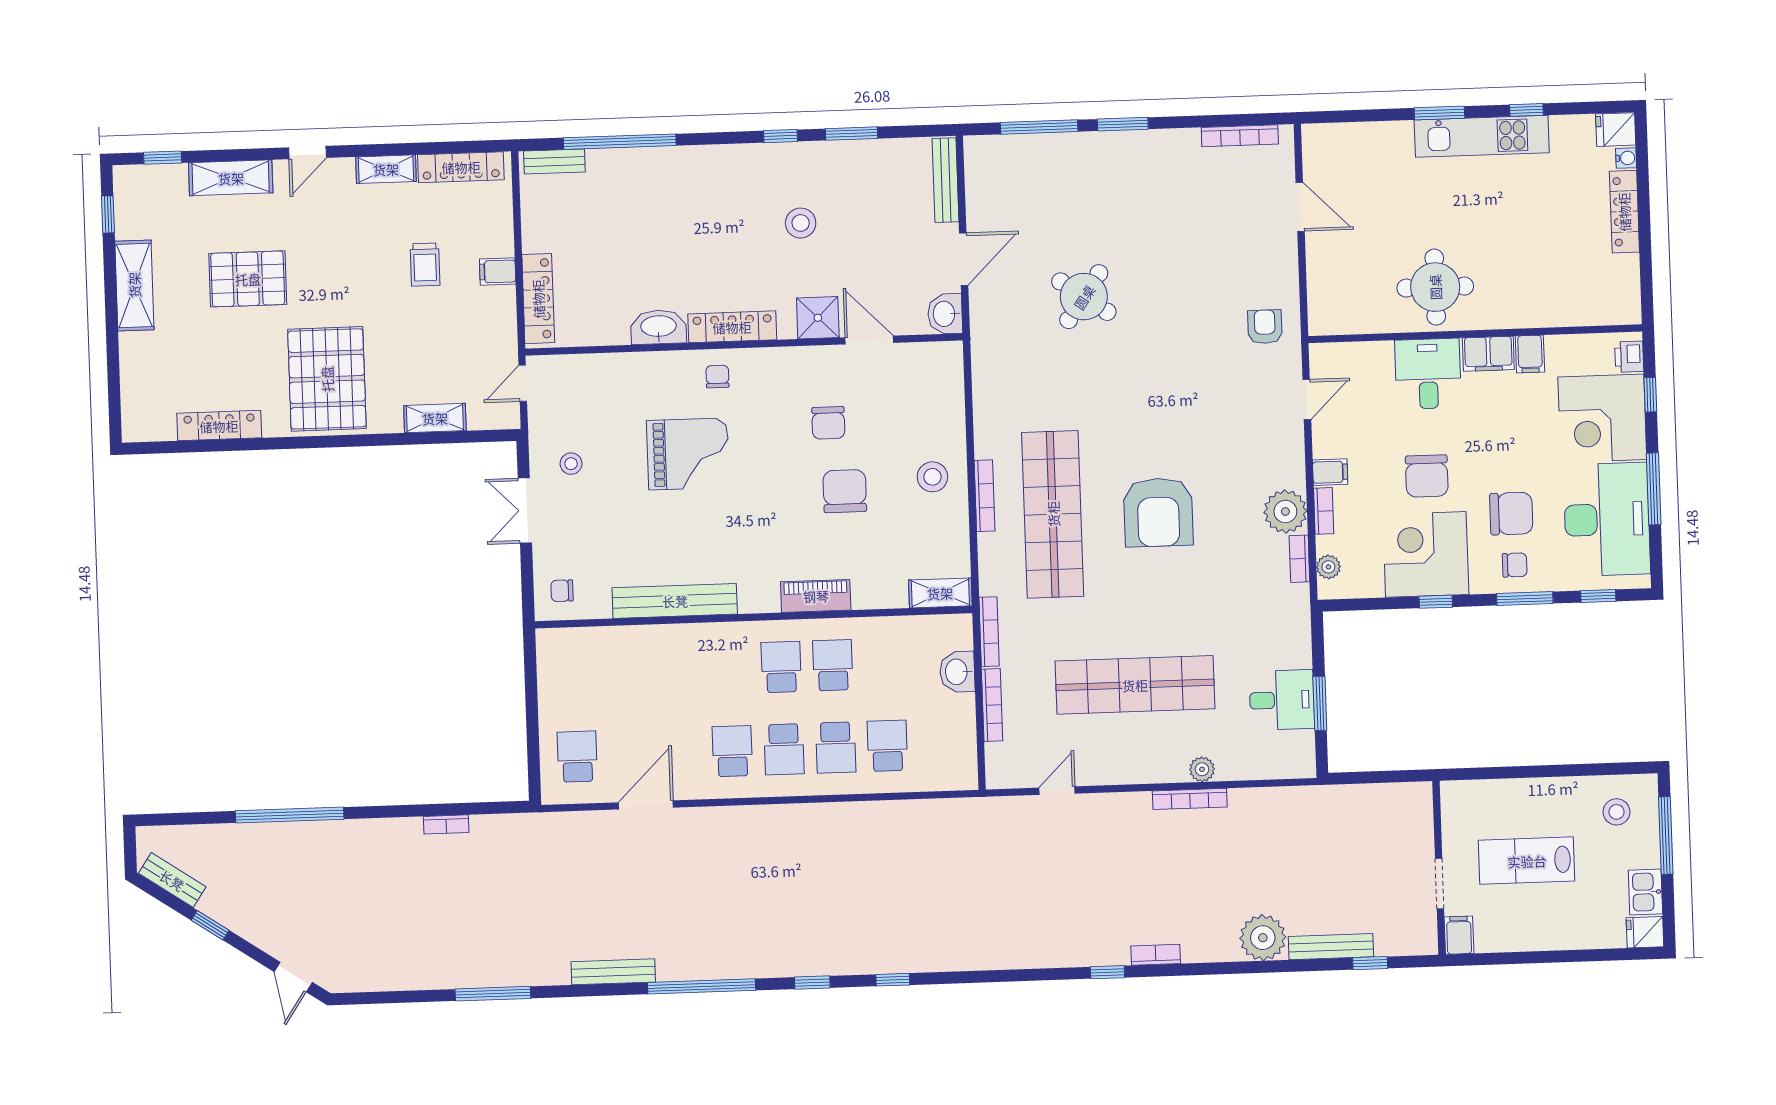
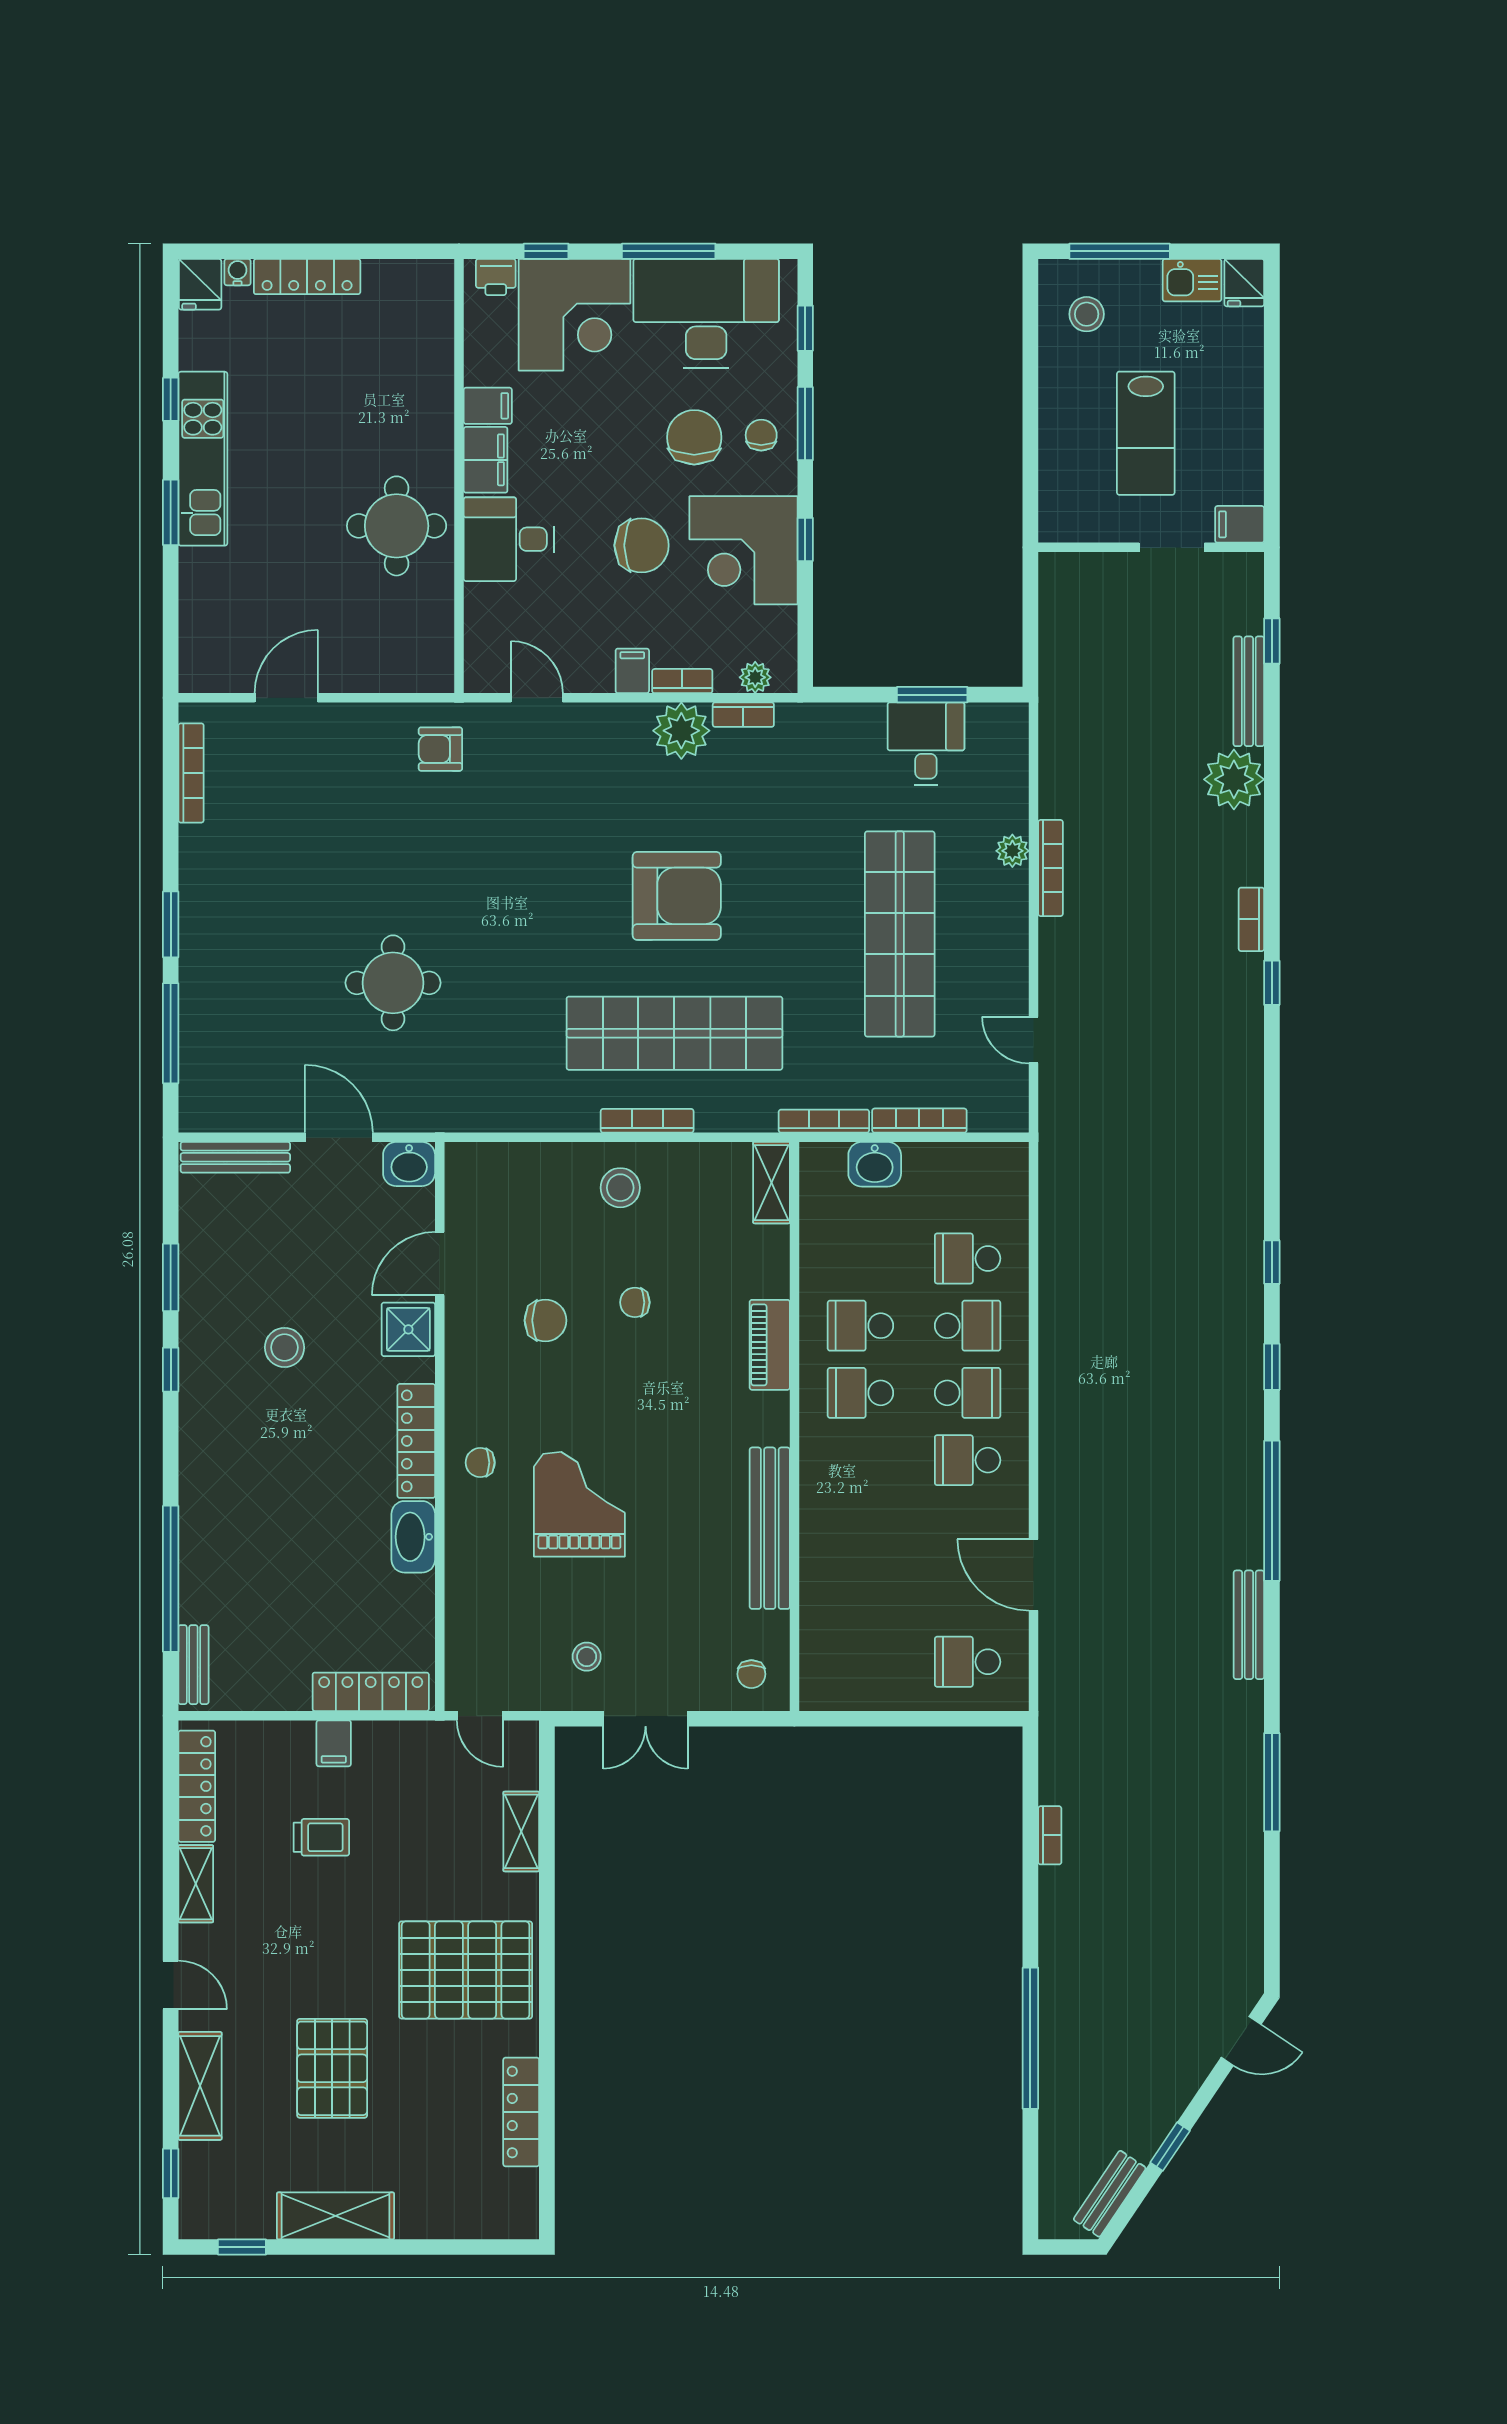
round table: (1084, 297) -> (393, 983), turned -35
chair: (845, 491) -> (635, 1302), width x0.54, depth x0.54

